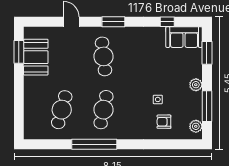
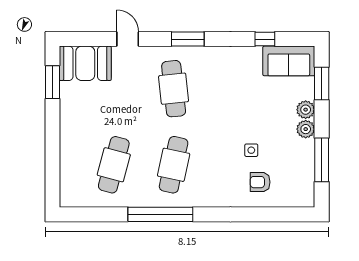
booth: (36, 57) -> (85, 63), moved, turned 90
plant: (196, 126) -> (306, 110), moved

